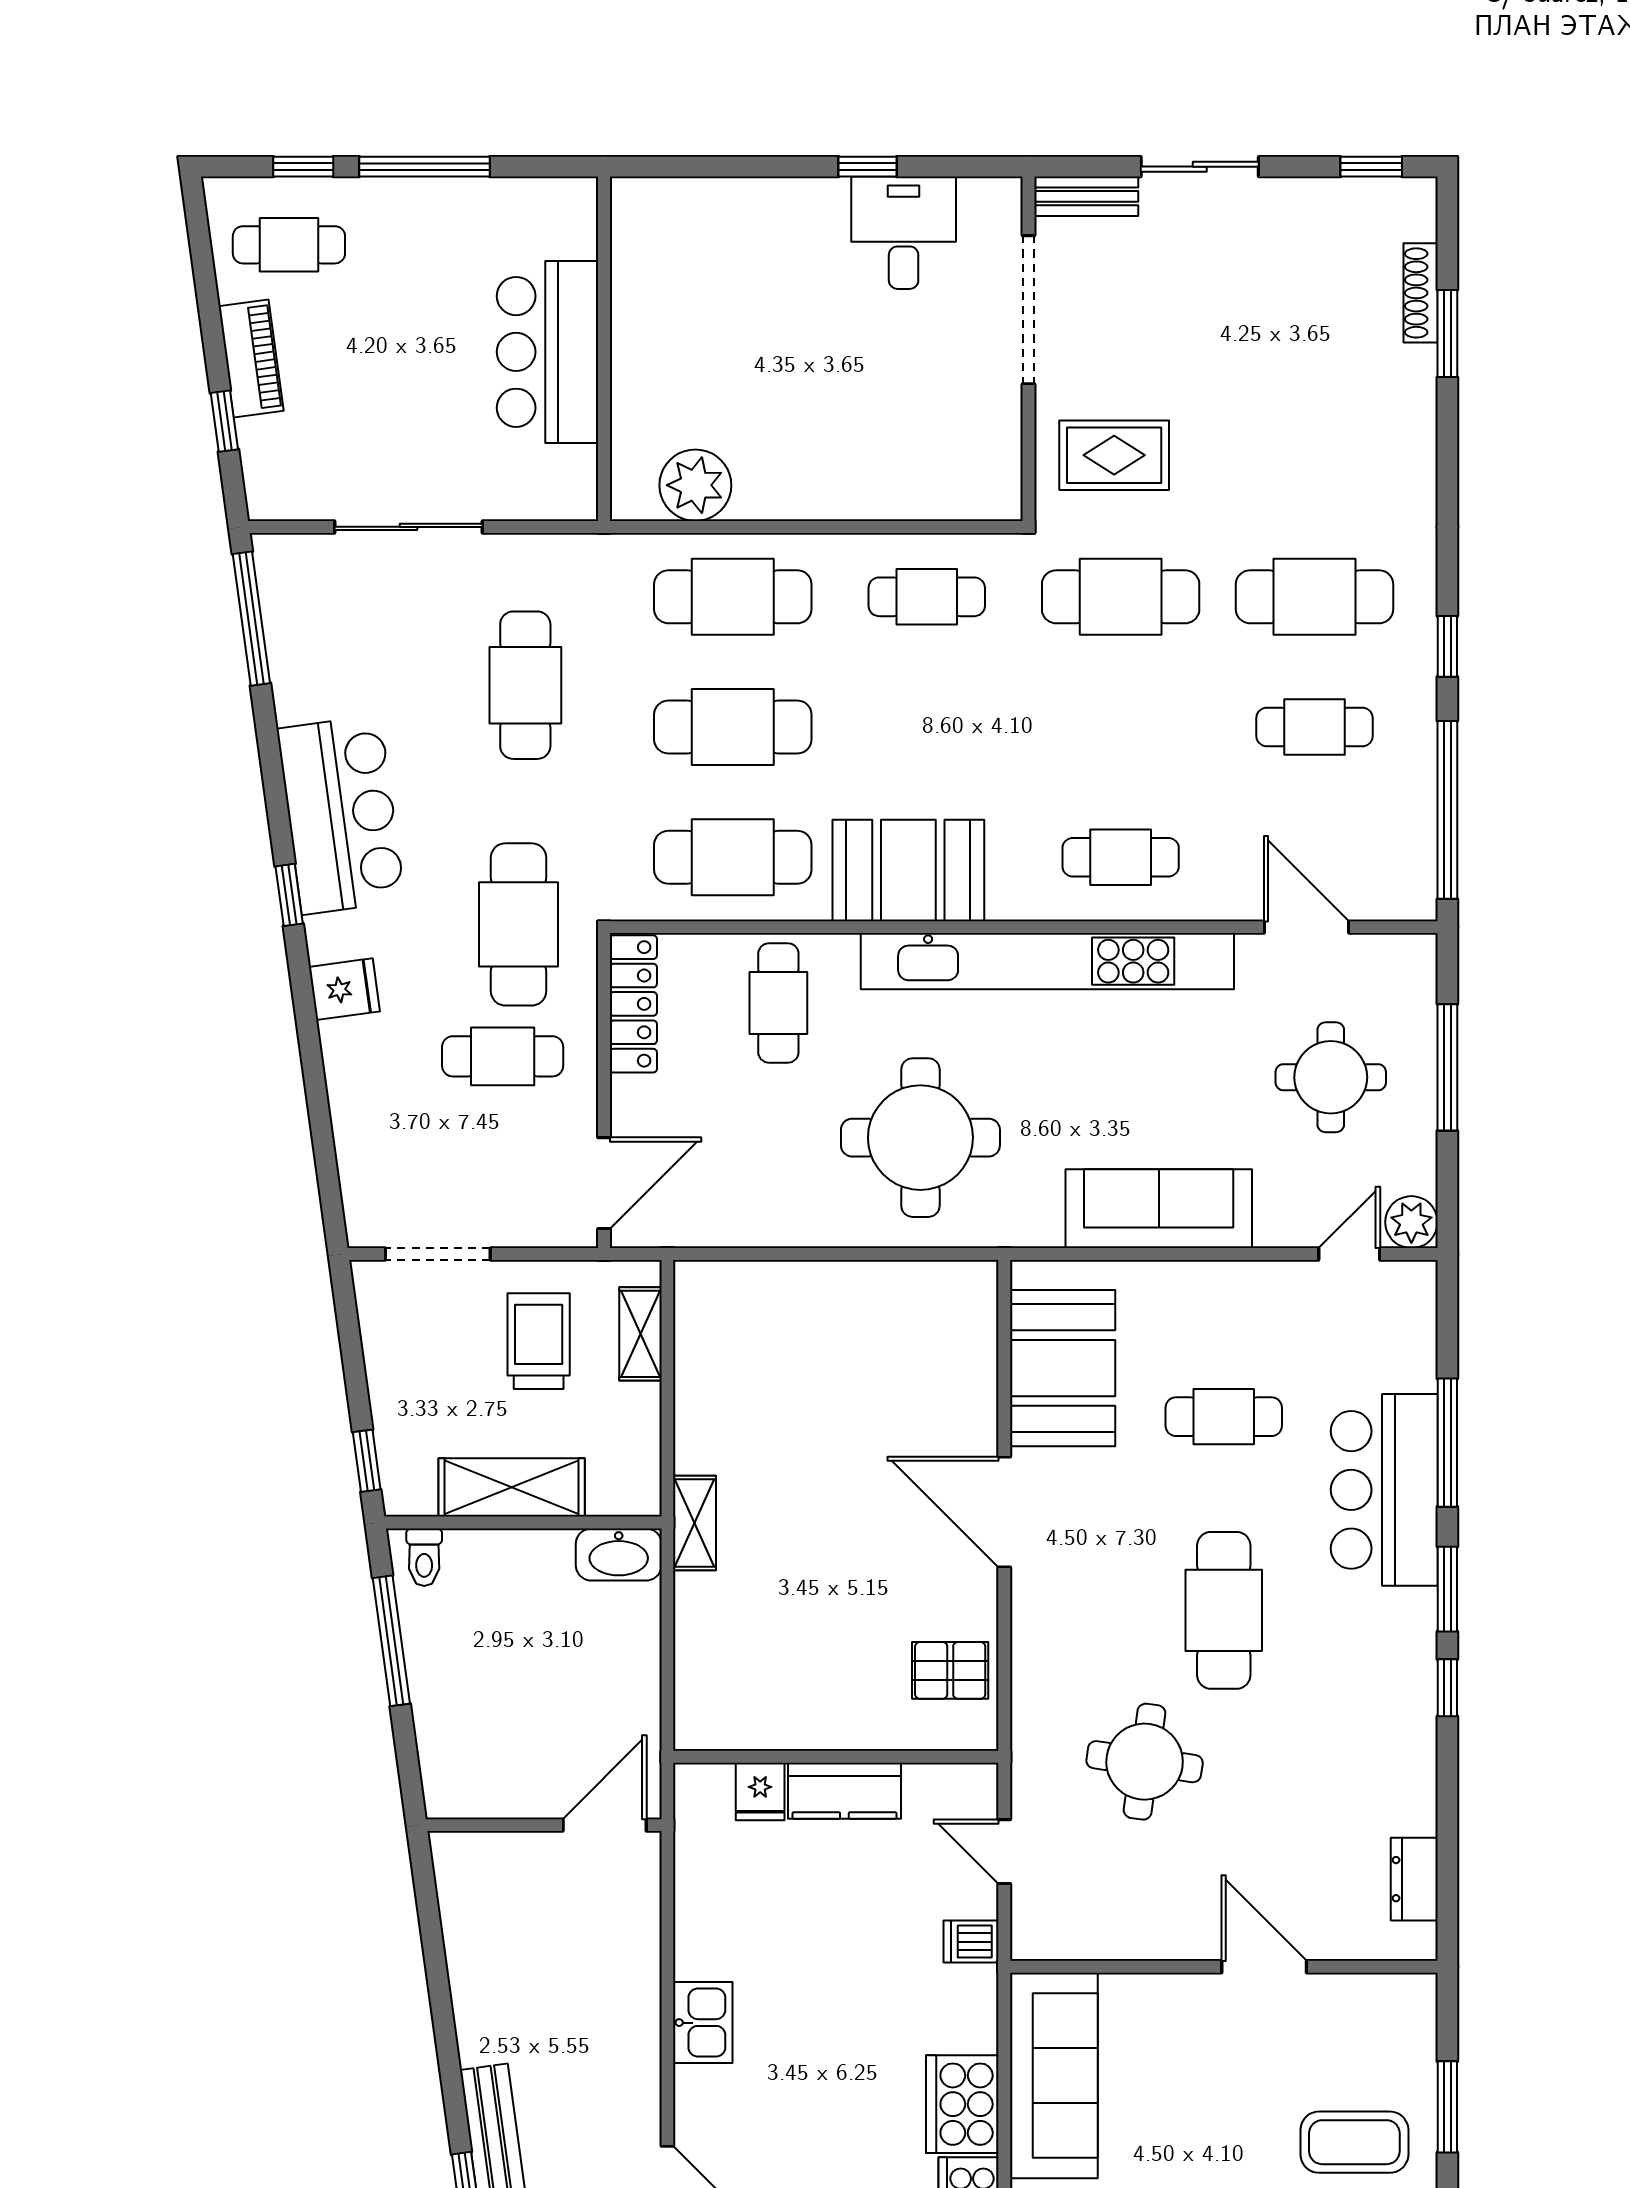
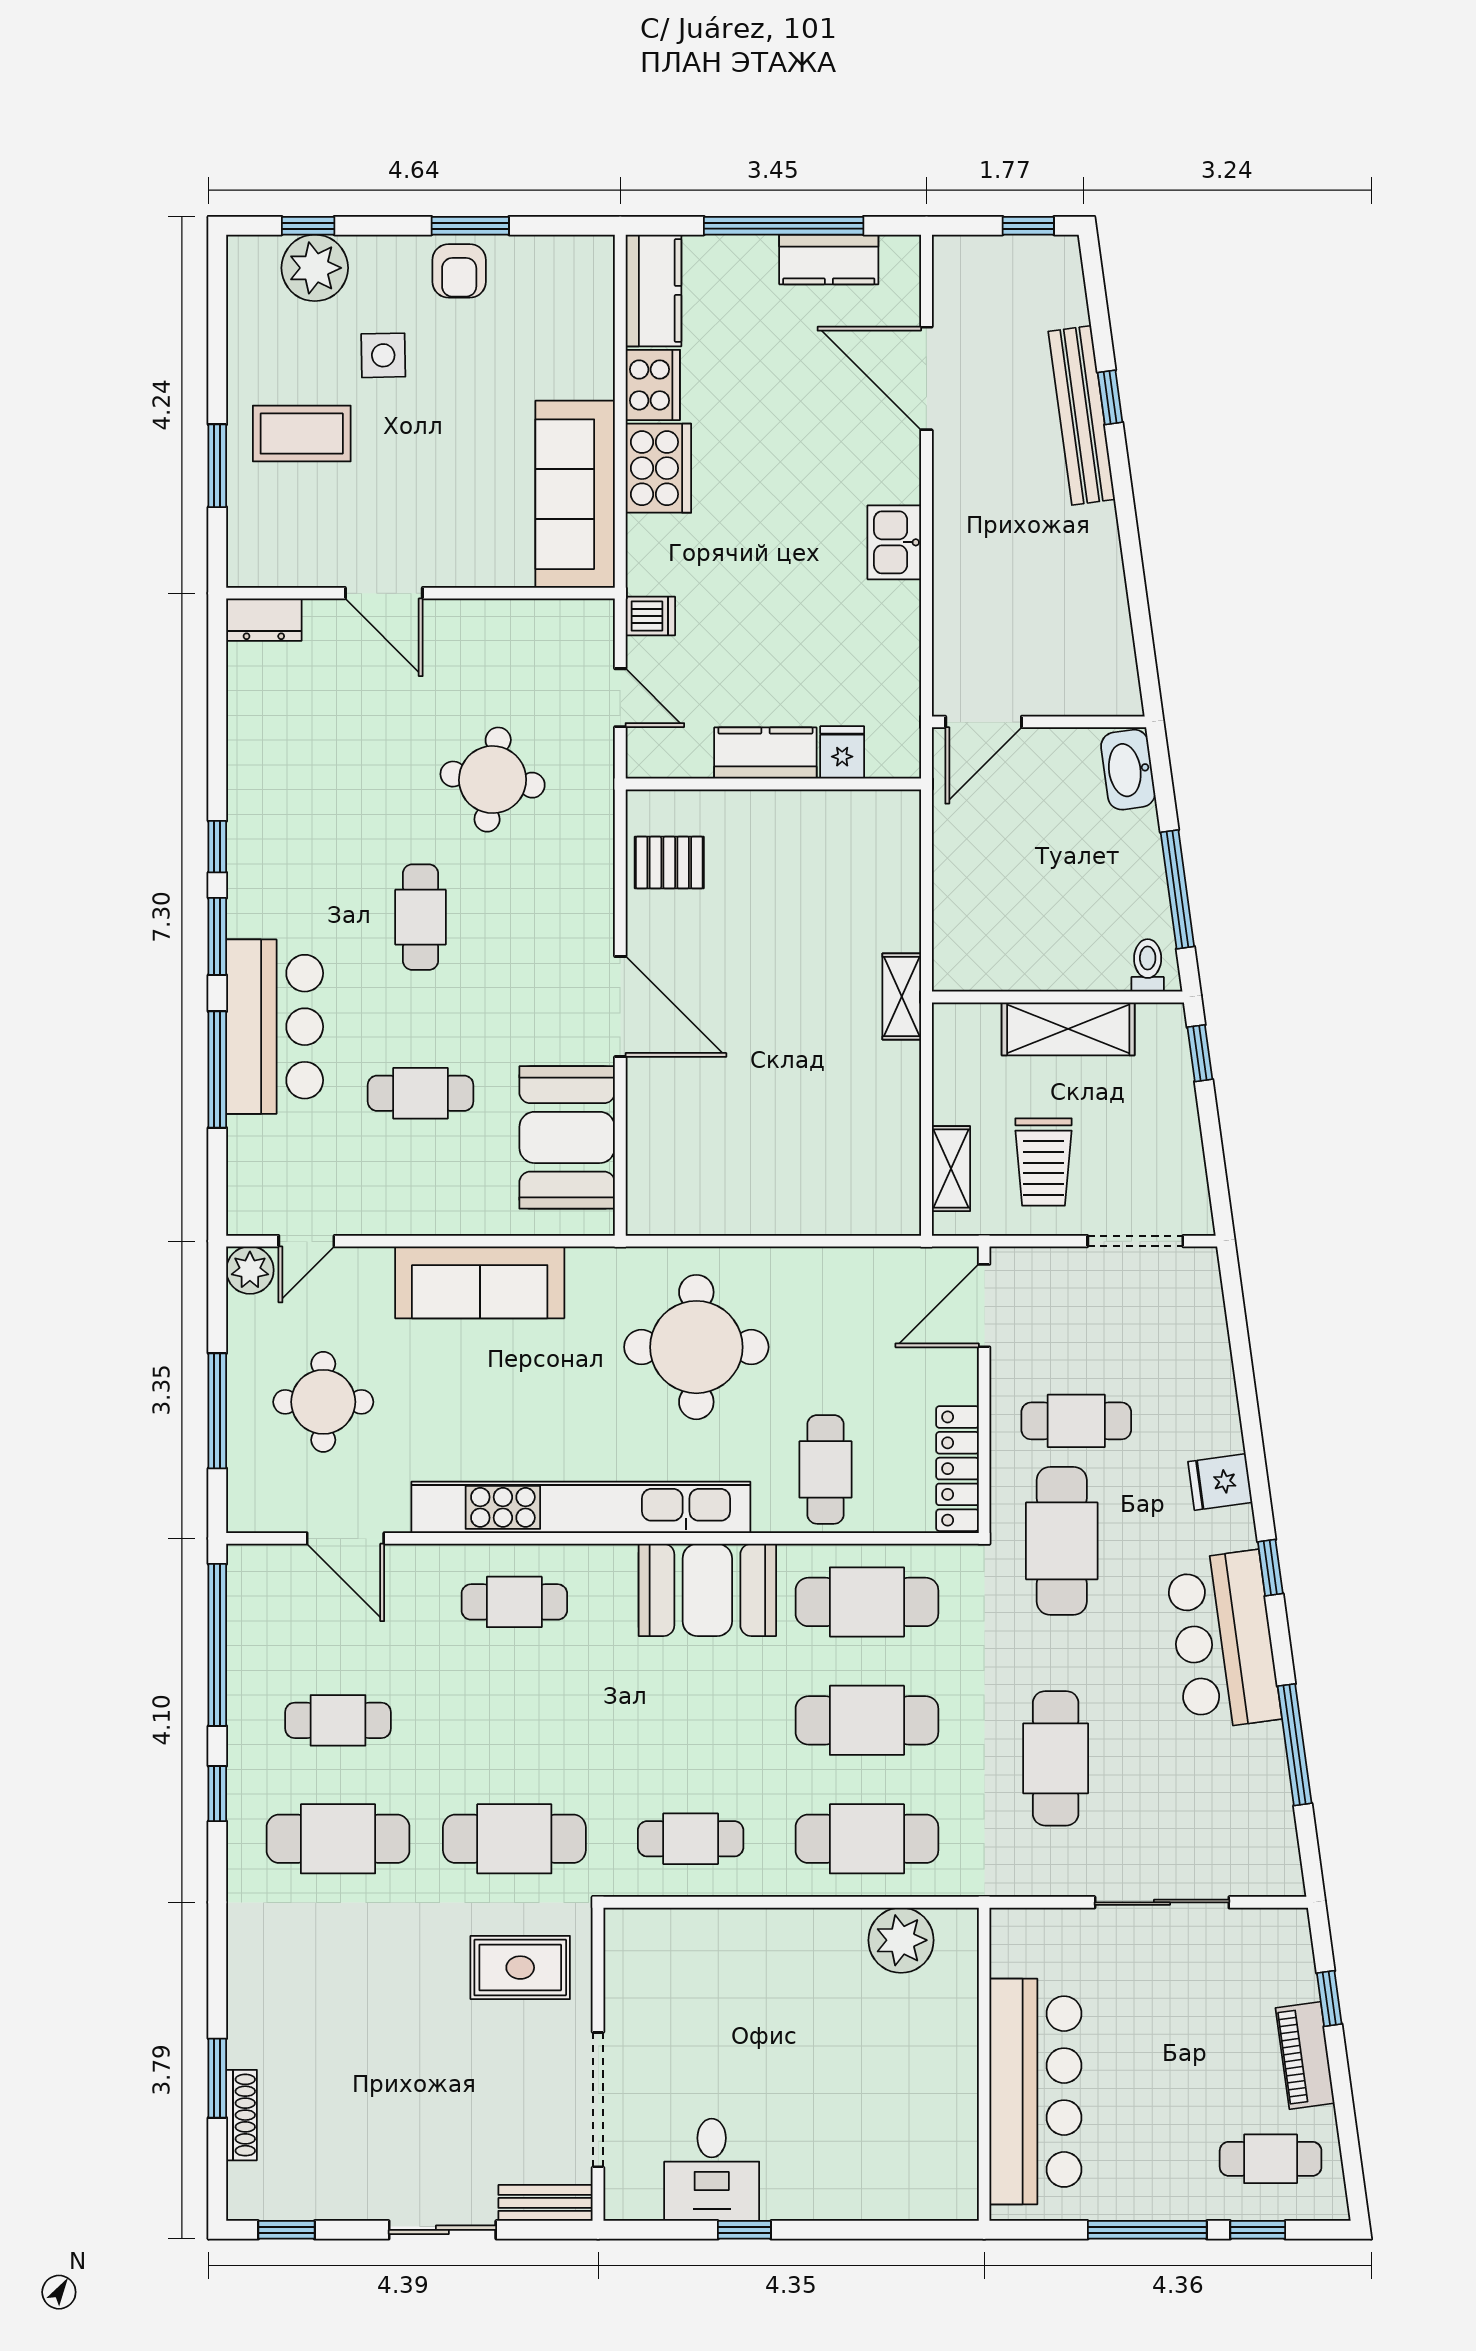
bar counter: (547, 352) -> (1035, 2092), width x1.36
window: (251, 619) -> (1295, 1745), moved
washbasin: (619, 1555) -> (1128, 770), moved, turned -98
cafe table: (1224, 1610) -> (421, 917), width x0.73, depth x0.74
dresser: (1414, 1879) -> (264, 620), moved, turned 90

